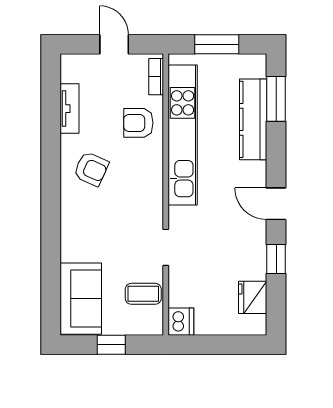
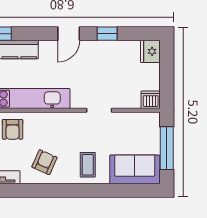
coffee table: (143, 294) -> (88, 165), moved
fridge: (253, 297) -> (150, 51), moved, turned 90
window: (111, 345) -> (167, 148), width x2.17

